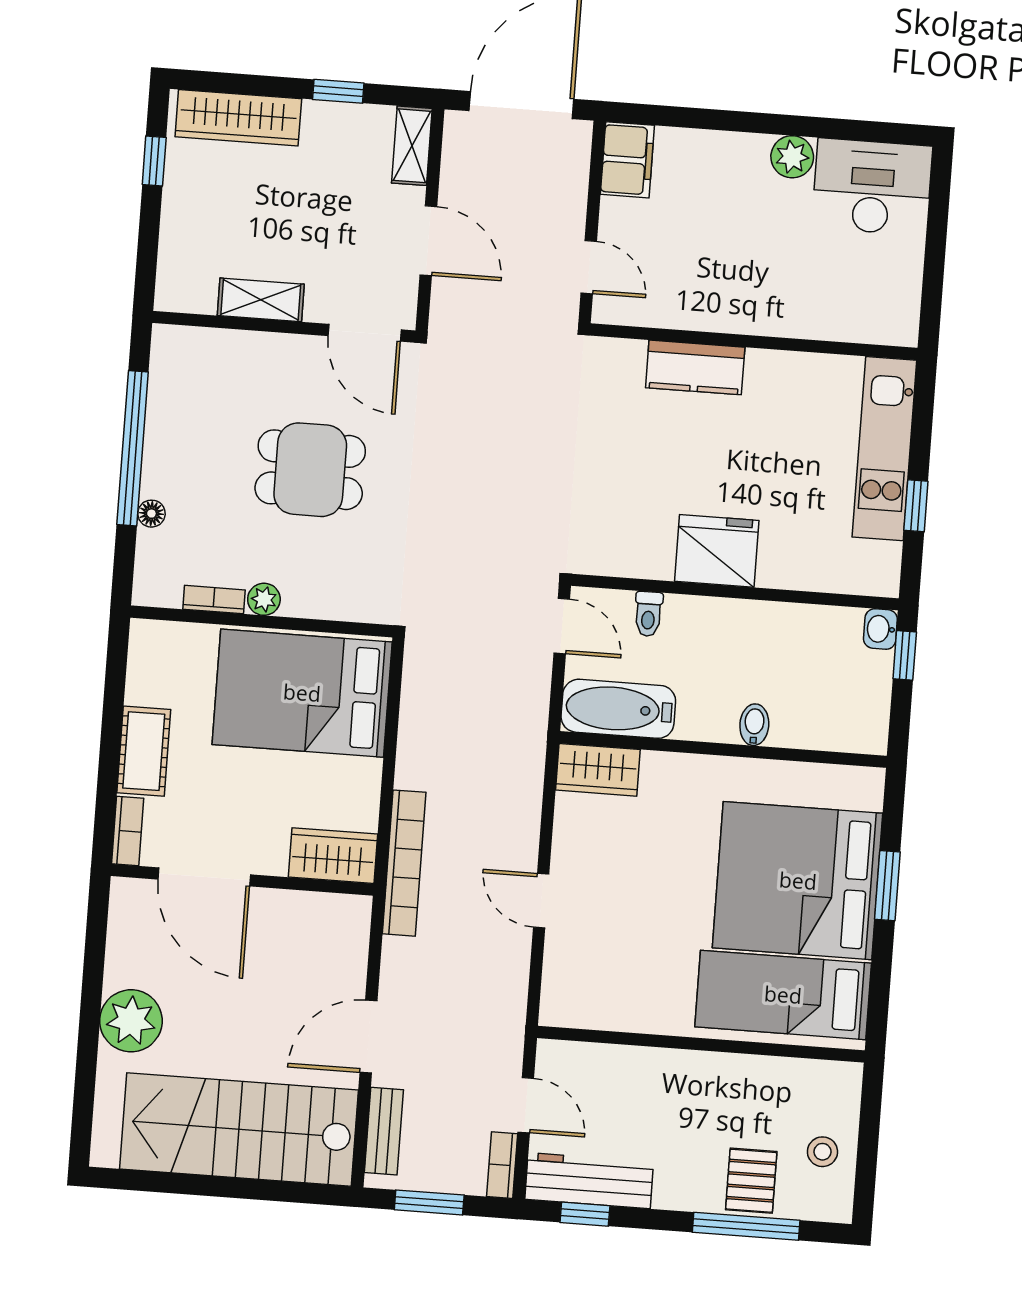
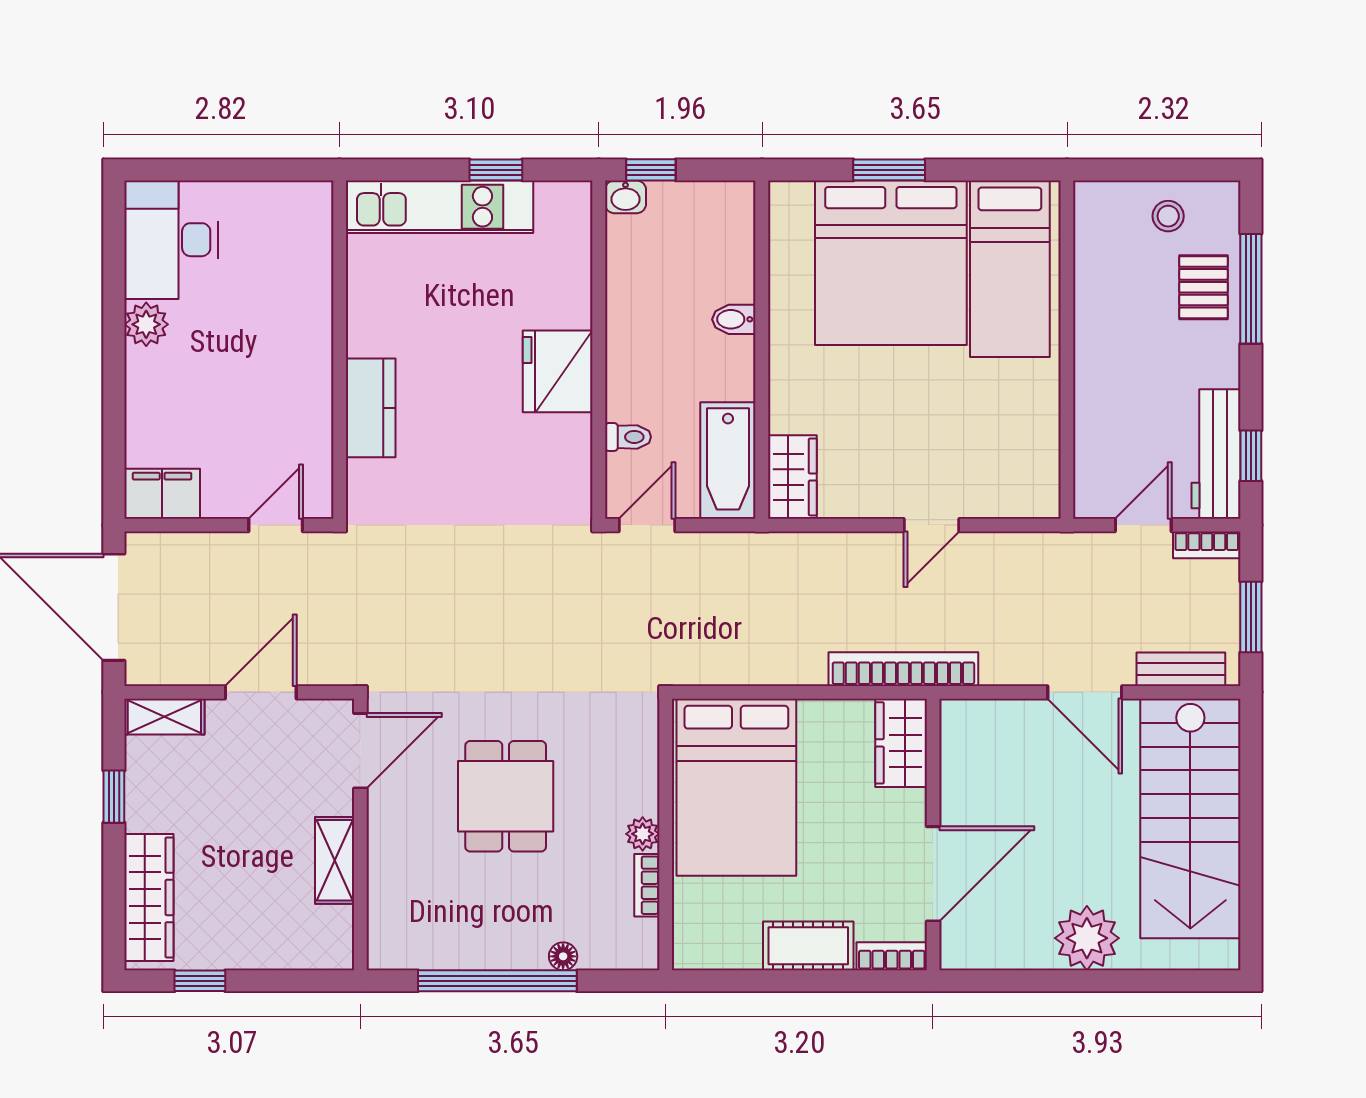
pallet: (751, 1181) -> (1203, 287), turned 90

